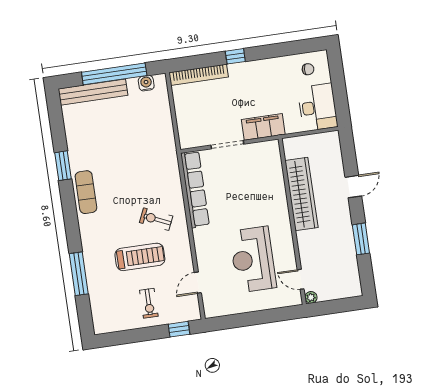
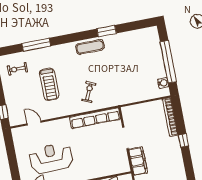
bench: (93, 92) -> (156, 48), removed
exercise bike: (156, 219) -> (89, 92), moved
exercise bike: (149, 303) -> (18, 69), moved

